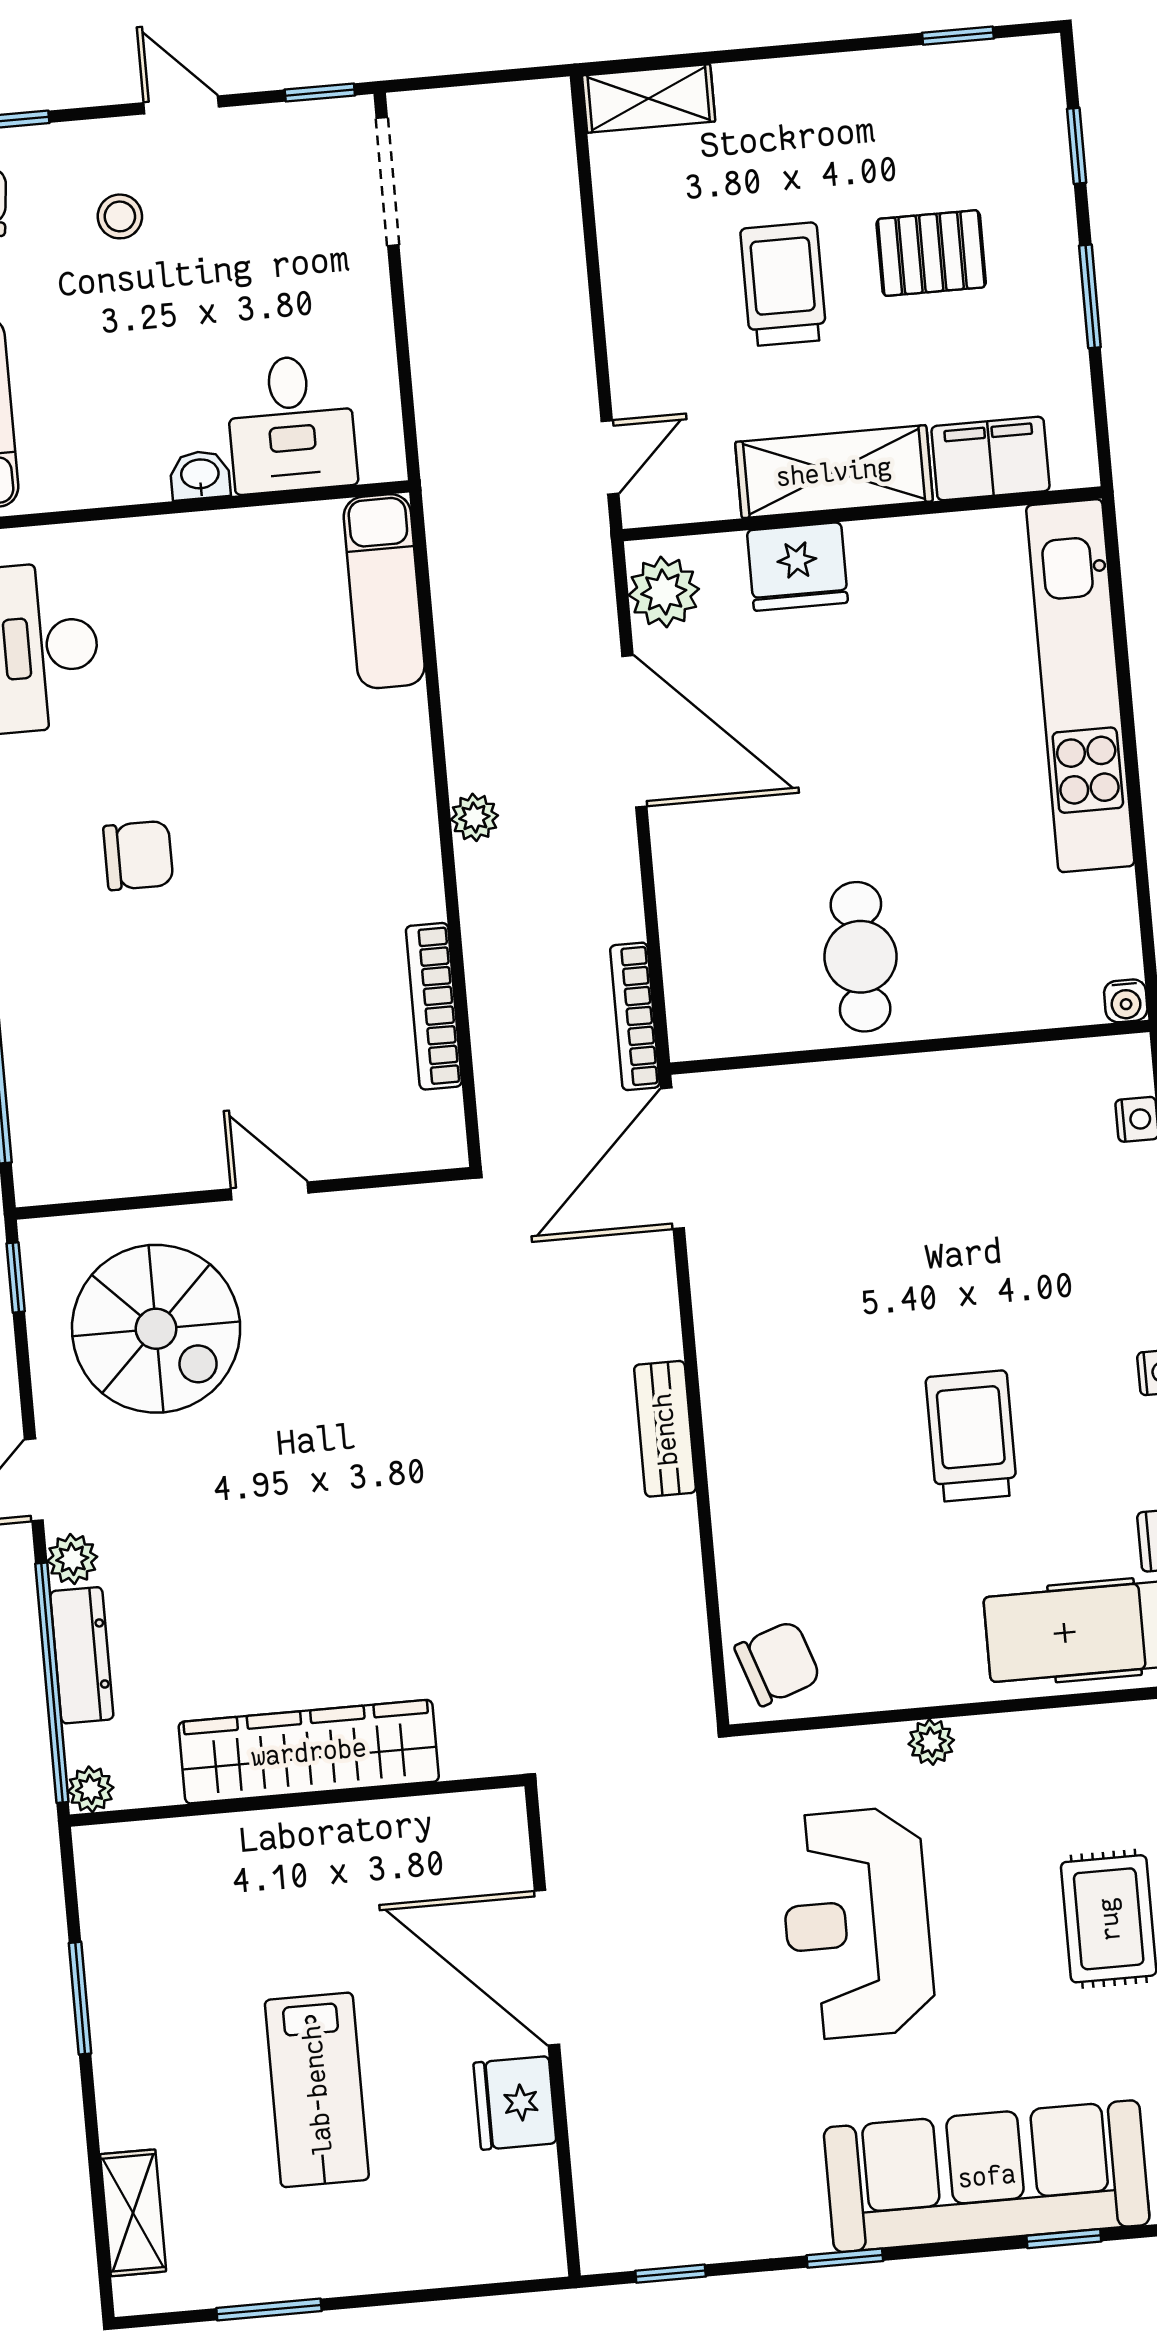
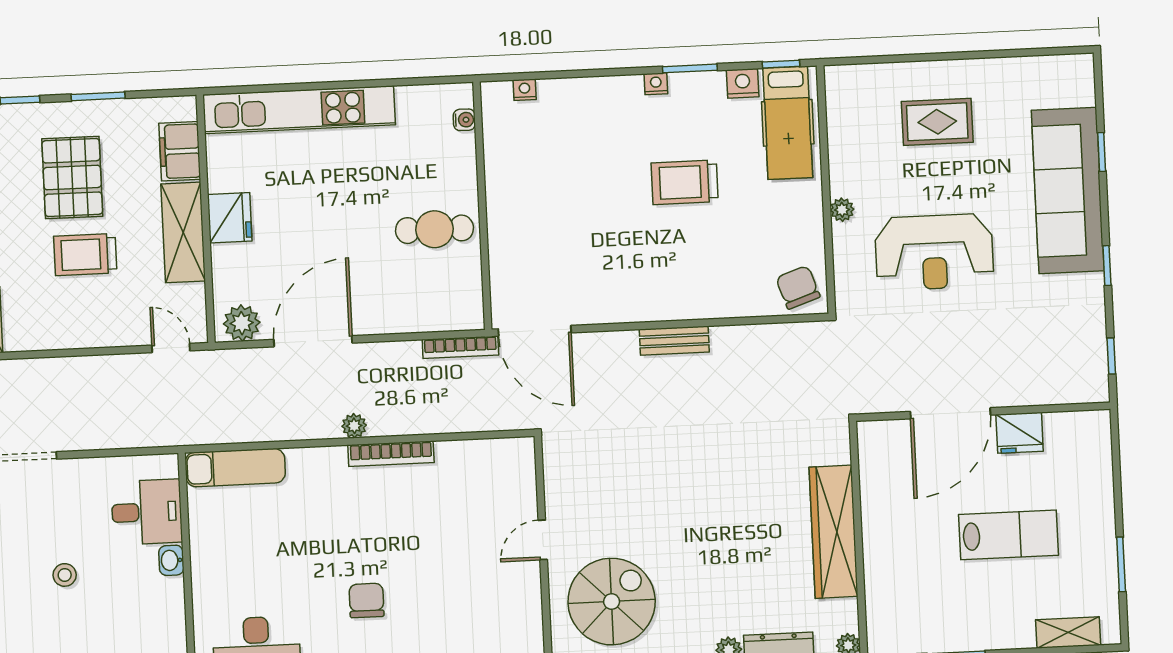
stool: (120, 216) -> (65, 575), moved
pallet: (931, 253) -> (72, 177), width x1.50, depth x1.42
fridge: (797, 567) -> (230, 218), moved
water cooler: (1126, 1001) -> (464, 120), moved
bookcase: (434, 1006) -> (391, 454), moved

